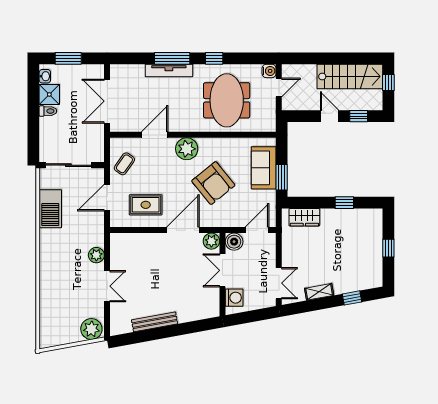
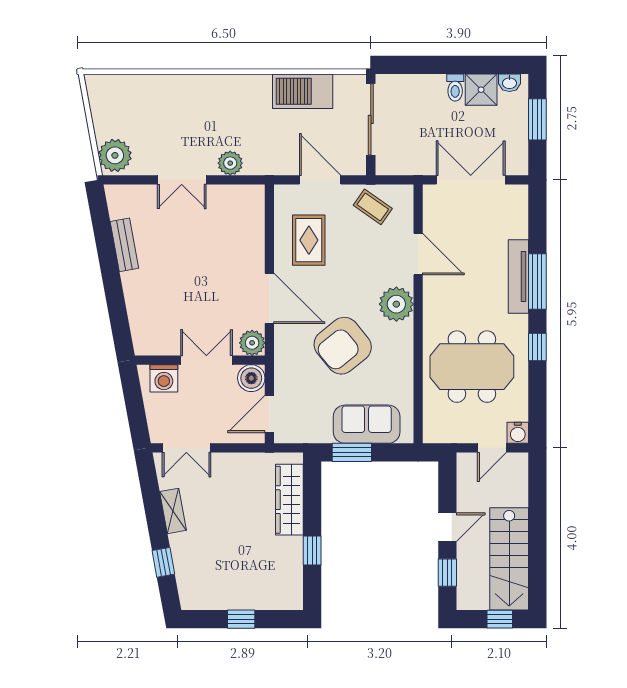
door: (279, 88) -> (492, 448), hinge flipped
wardrobe: (304, 217) -> (289, 500), width x1.50
door: (257, 230) -> (269, 414), swing flipped
bench: (155, 322) -> (124, 245), width x0.73

